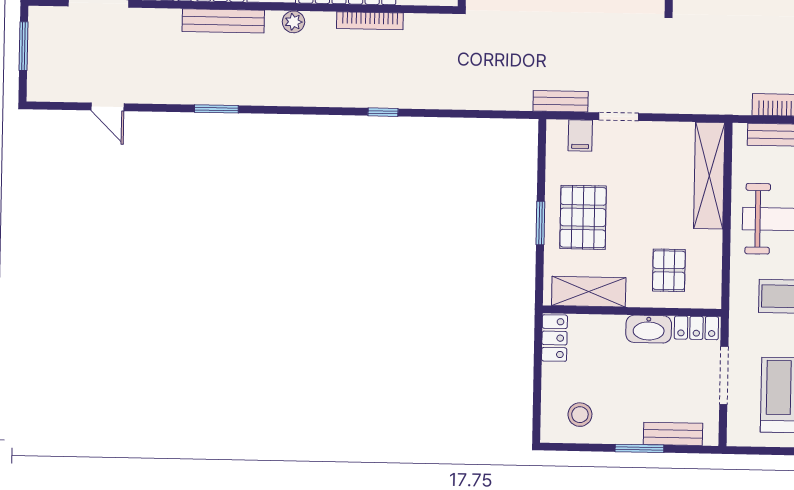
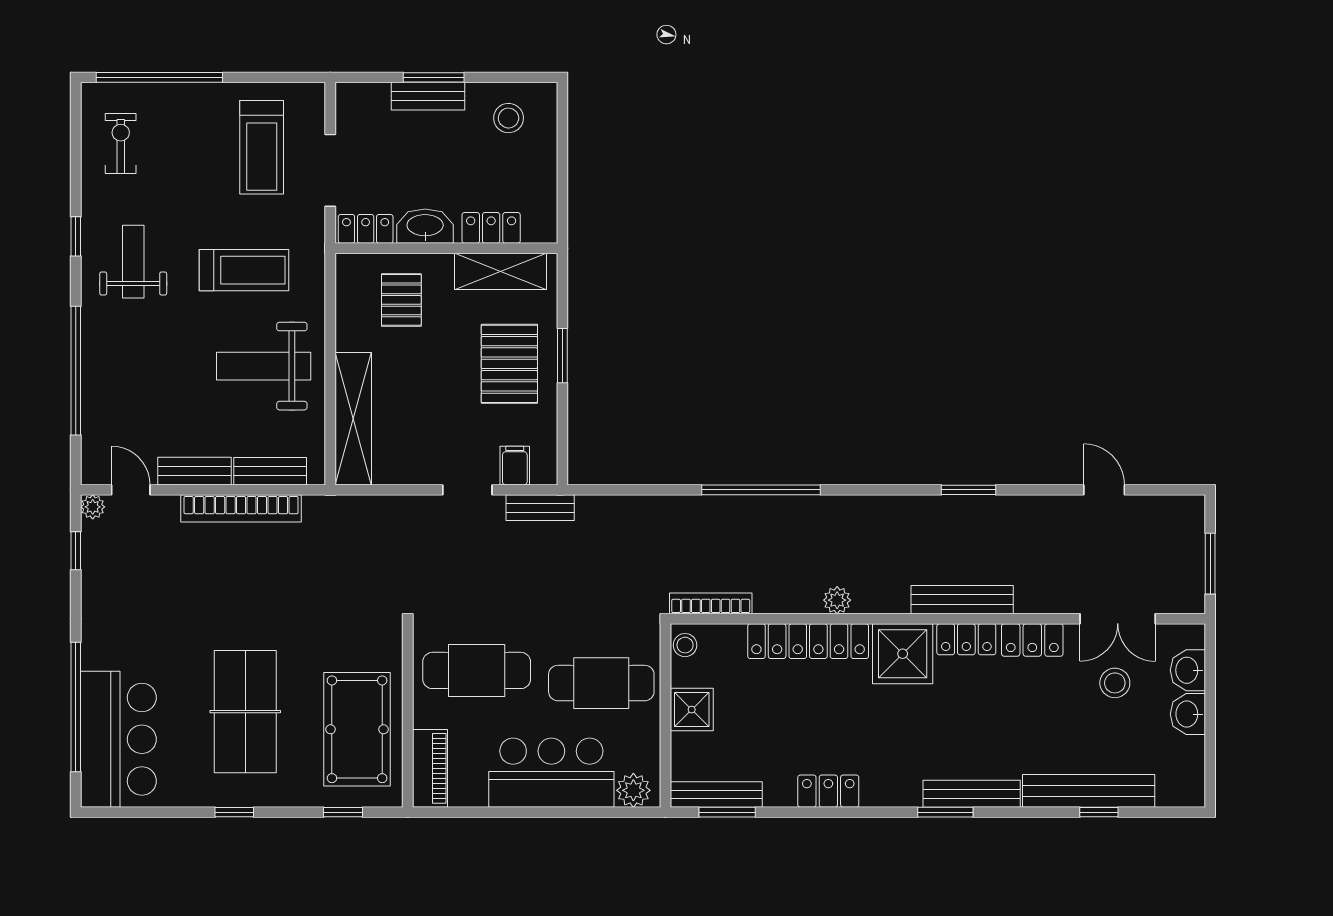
bookcase: (370, 21) -> (711, 603), moved
plant: (293, 22) -> (837, 600), moved
window: (383, 112) -> (761, 490), width x3.17
locker: (554, 338) -> (491, 228), moved, turned 90
bench: (673, 434) -> (428, 96), moved

